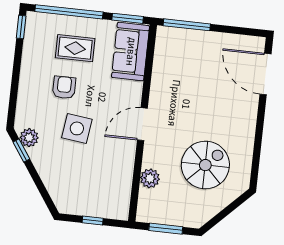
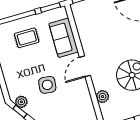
sofa: (131, 52) -> (64, 38), moved
armchair: (64, 88) -> (30, 64), removed

